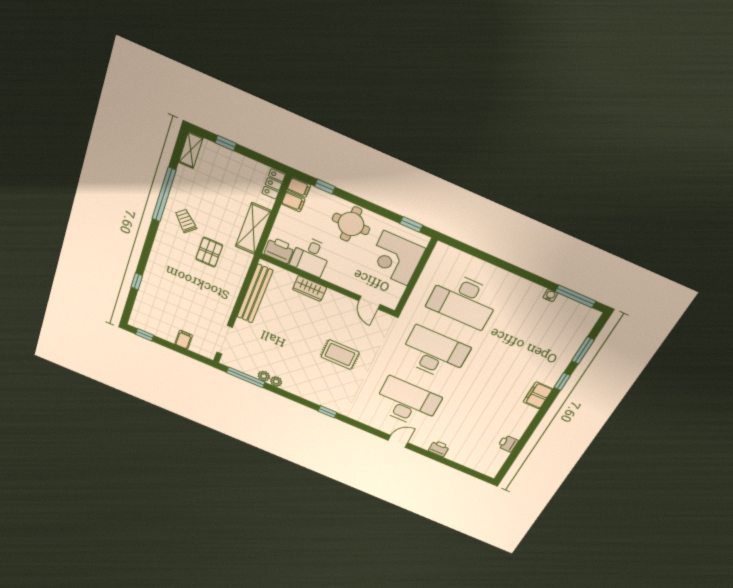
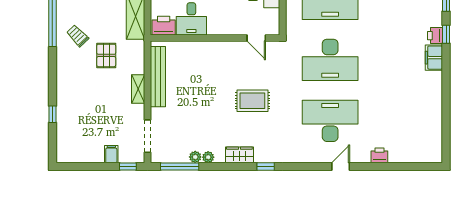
wardrobe: (310, 288) -> (239, 155), moved, turned 180
shelving: (231, 296) -> (138, 89), added
window: (145, 335) -> (128, 167), moved
desk: (434, 353) -> (330, 60), turned 180
printer: (508, 444) -> (435, 36), moved

